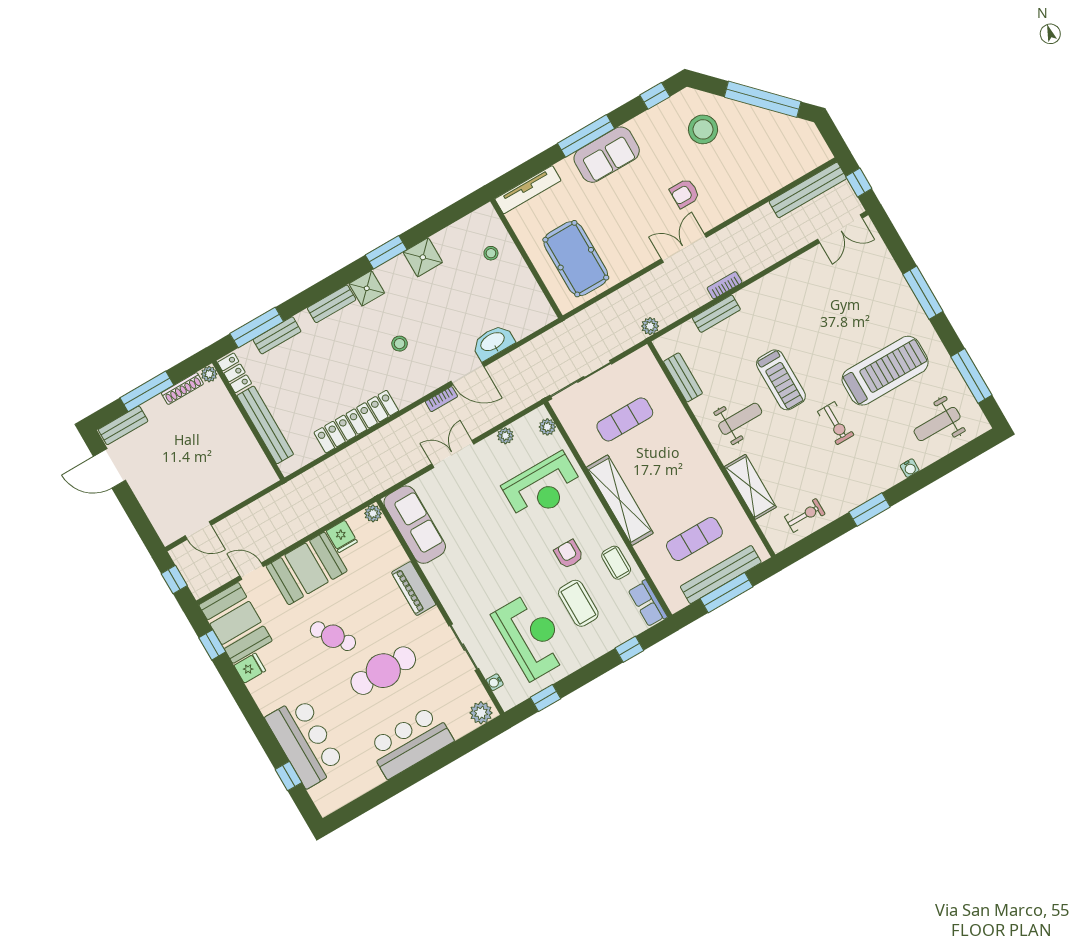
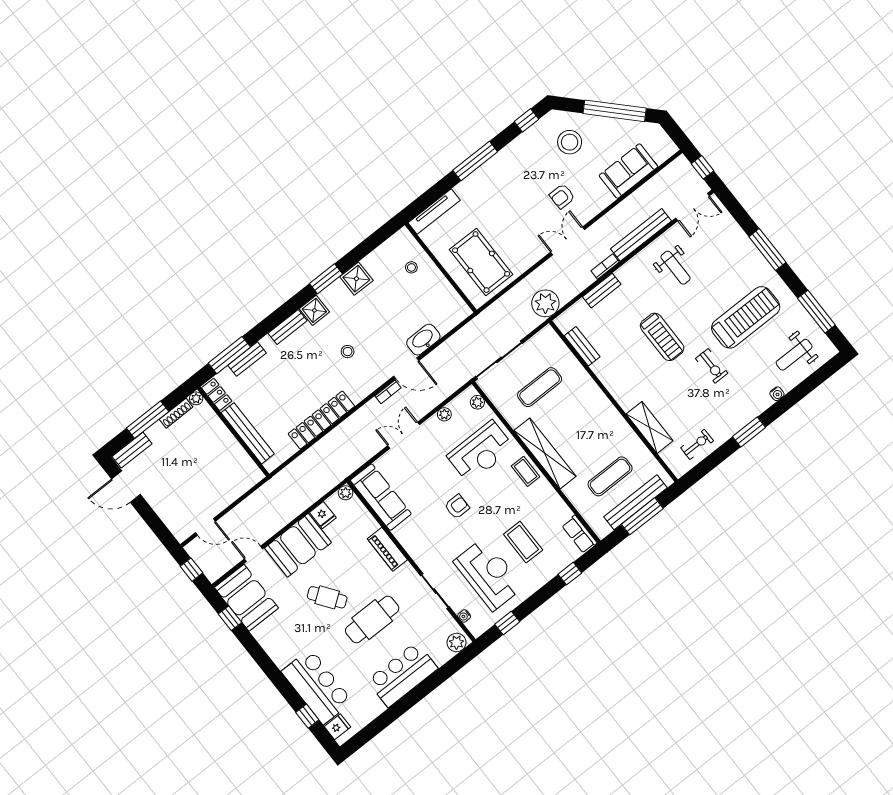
sofa: (607, 155) -> (628, 171), moved, turned 180
bench: (808, 190) -> (641, 235), moved
plant: (650, 326) -> (545, 303), width x1.88, depth x1.88
weight bench: (740, 419) -> (676, 268), moved, turned 90
armchair: (569, 554) -> (457, 507), moved, turned 90
coffee table: (616, 563) -> (526, 471), moved
fridge: (250, 668) -> (337, 727), moved

